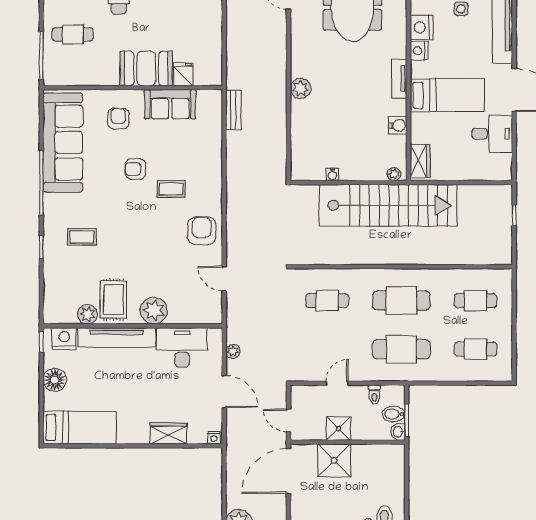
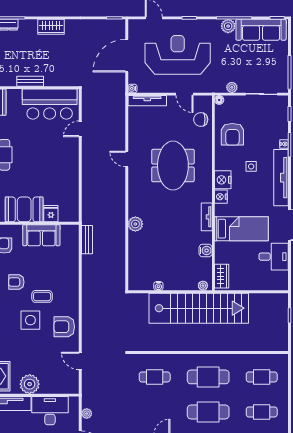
side table: (155, 222) -> (30, 320), added
armchair: (202, 231) -> (64, 327), turned -90

